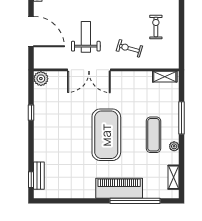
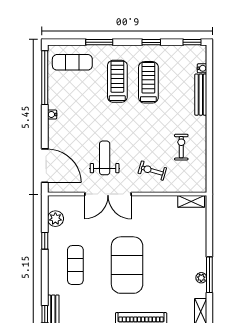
door: (31, 31) -> (45, 166), moved
plant: (41, 79) -> (55, 219), moved
window: (182, 118) -> (209, 275), moved
exercise mat: (153, 135) -> (75, 265), moved

